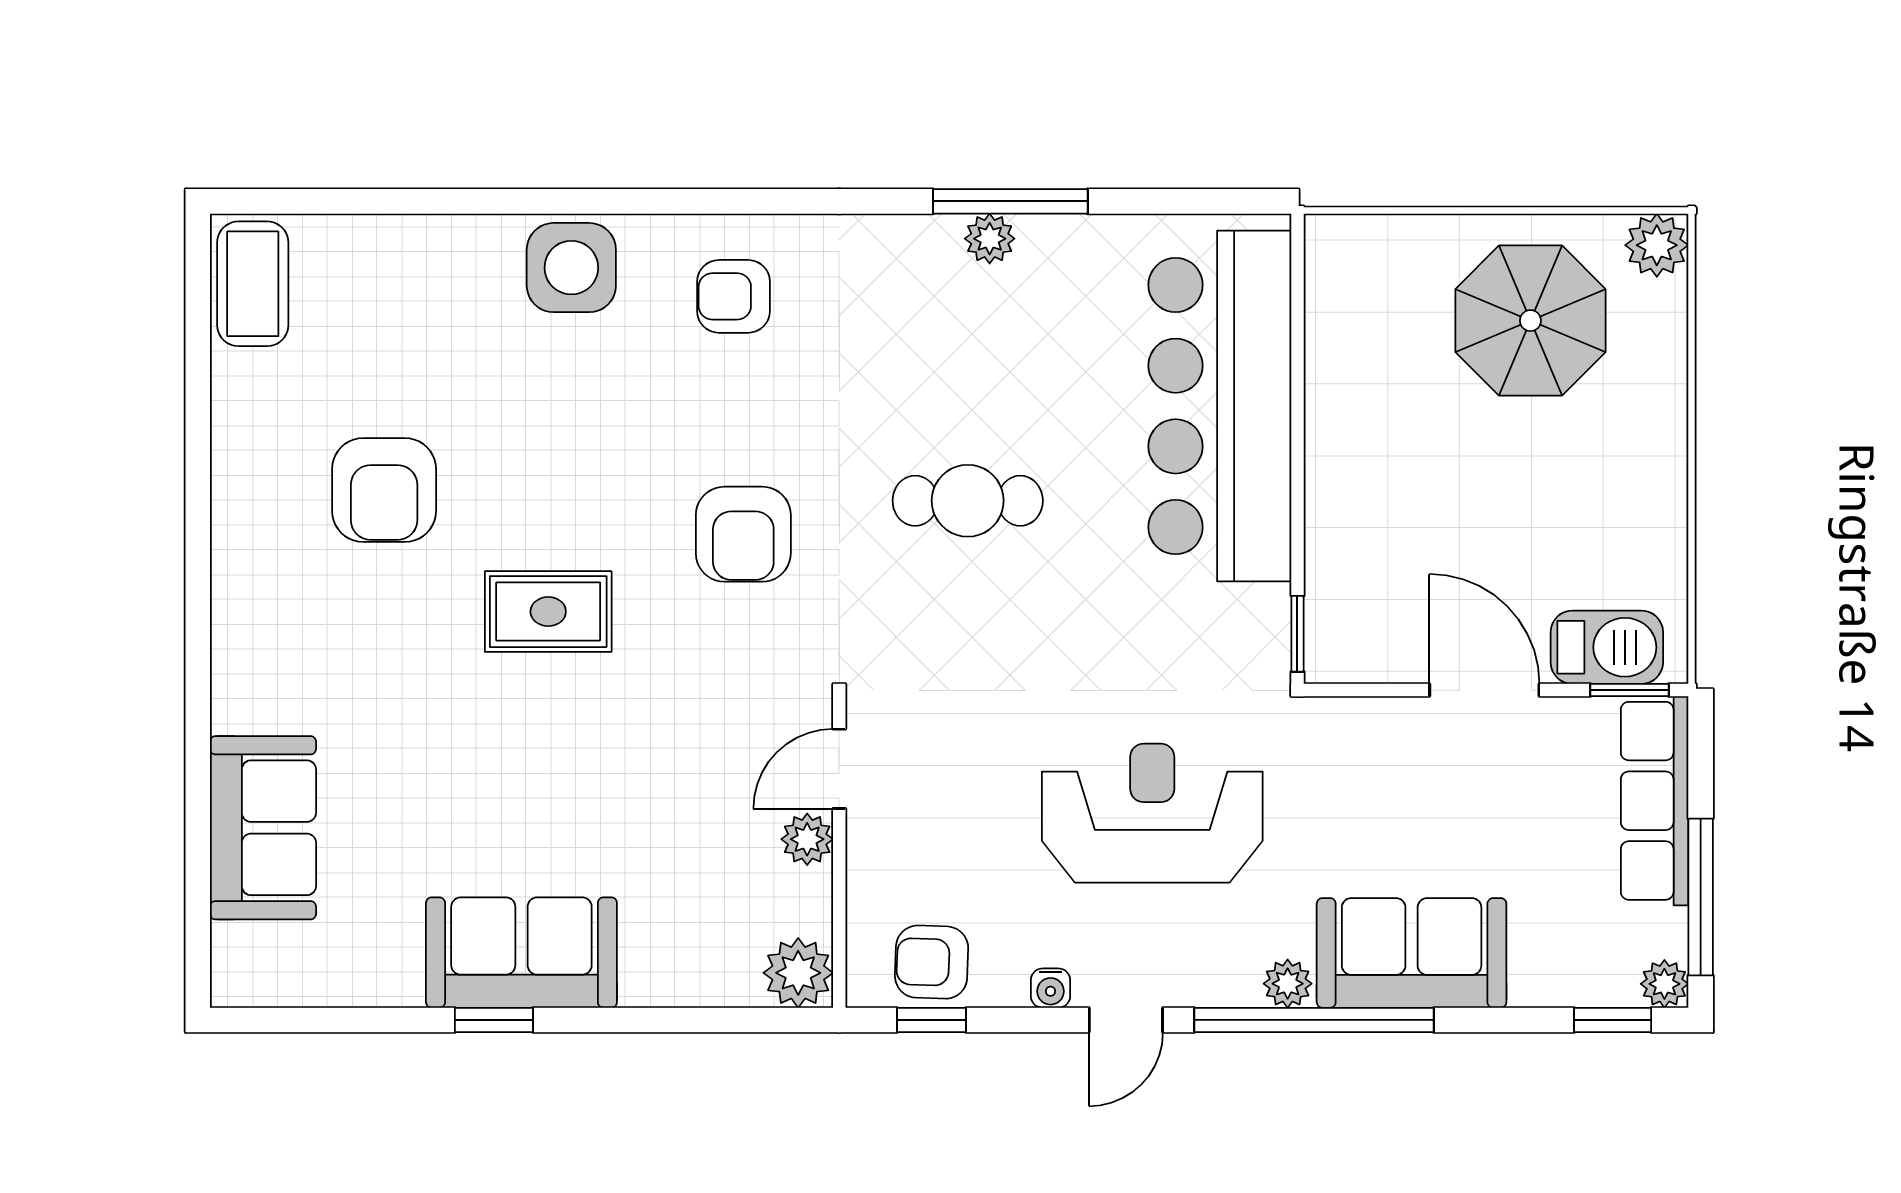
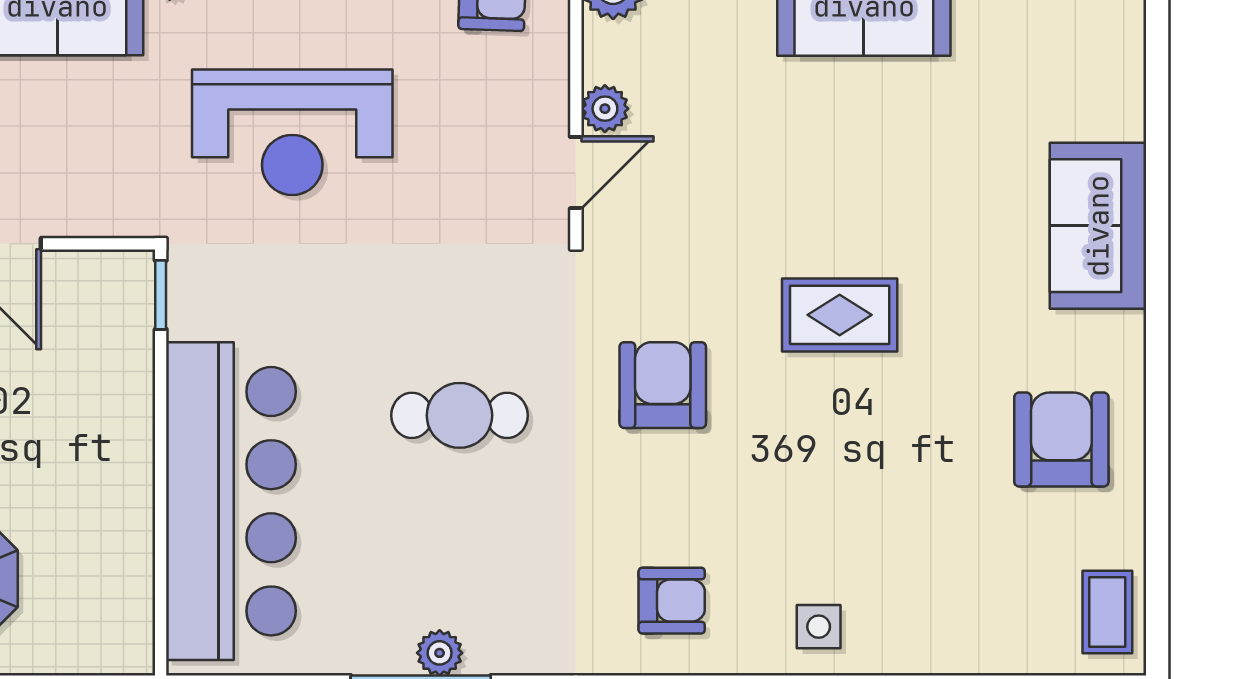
side table: (571, 268) -> (819, 627), width x0.54, depth x0.54
coffee table: (253, 284) -> (1107, 612), width x0.73, depth x0.77
armchair: (384, 490) -> (1061, 440), moved
sofa: (263, 828) -> (1098, 226), moved

